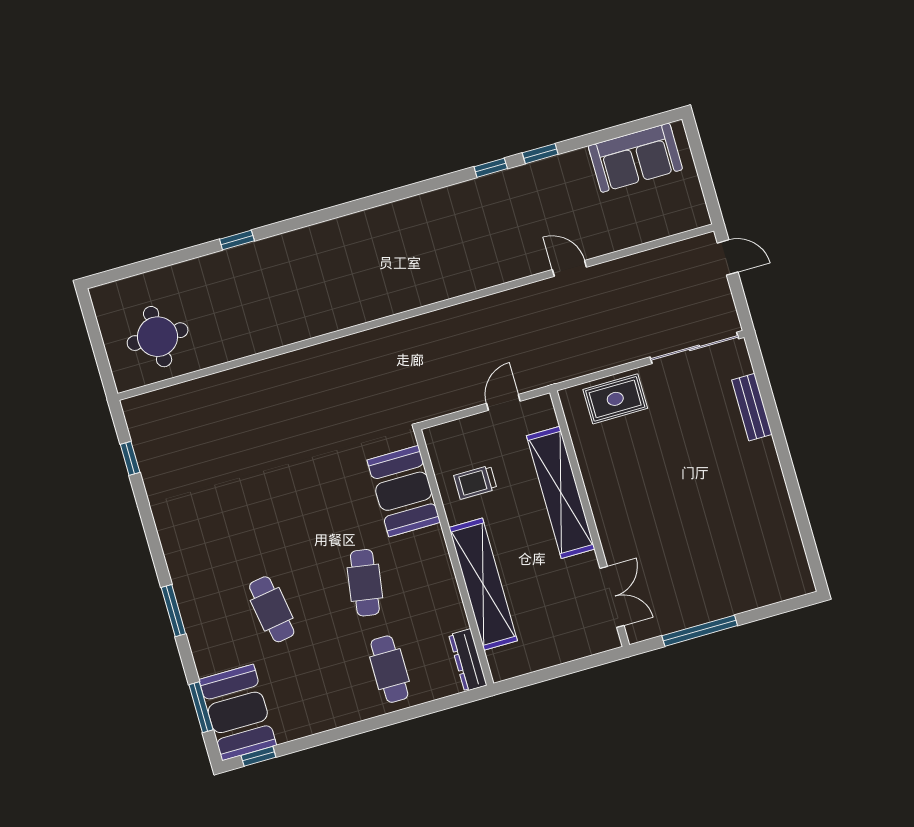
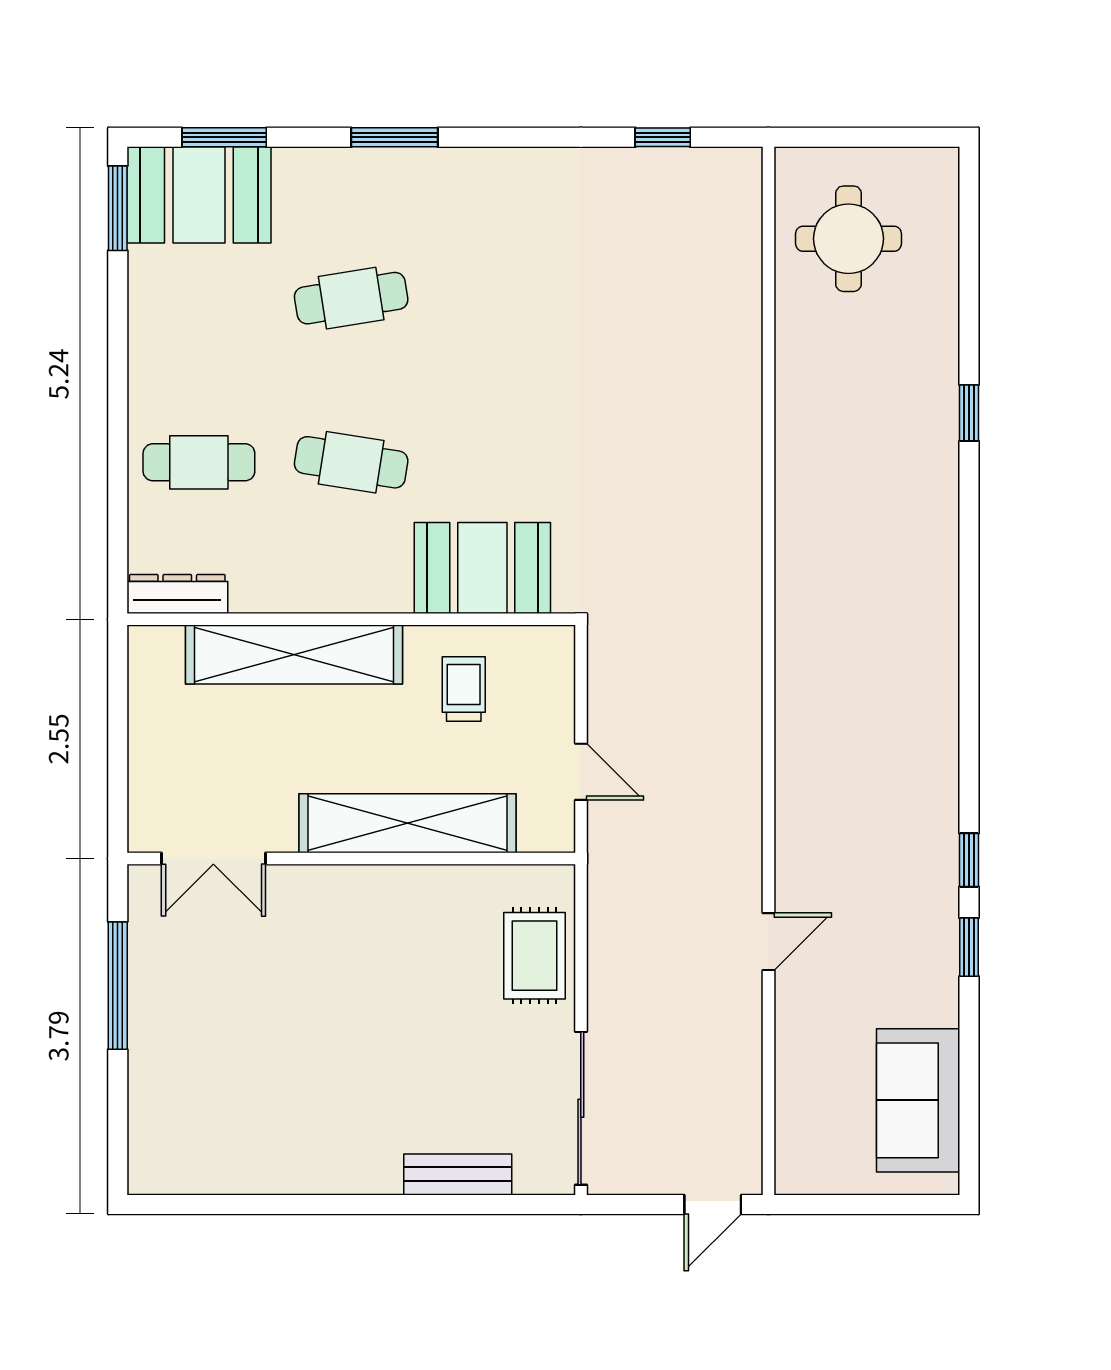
window: (258, 756) -> (118, 208), width x1.50

